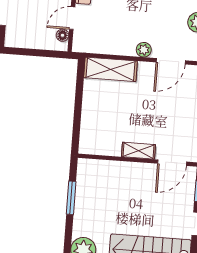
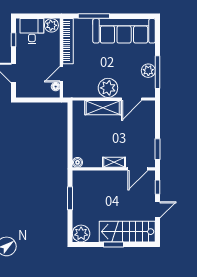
plant: (144, 50) -> (108, 88), width x1.87, depth x1.87
shelving: (110, 69) -> (103, 108), moved
boiler: (86, 147) -> (77, 162), added

